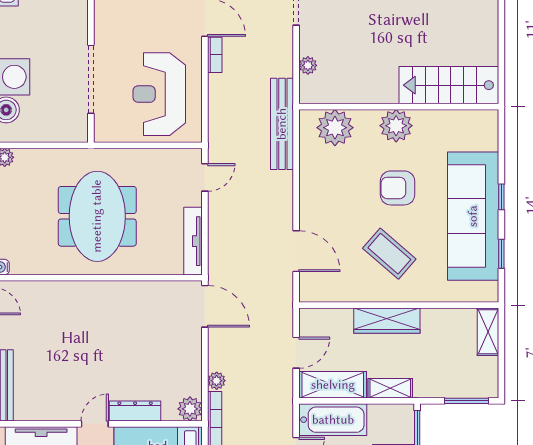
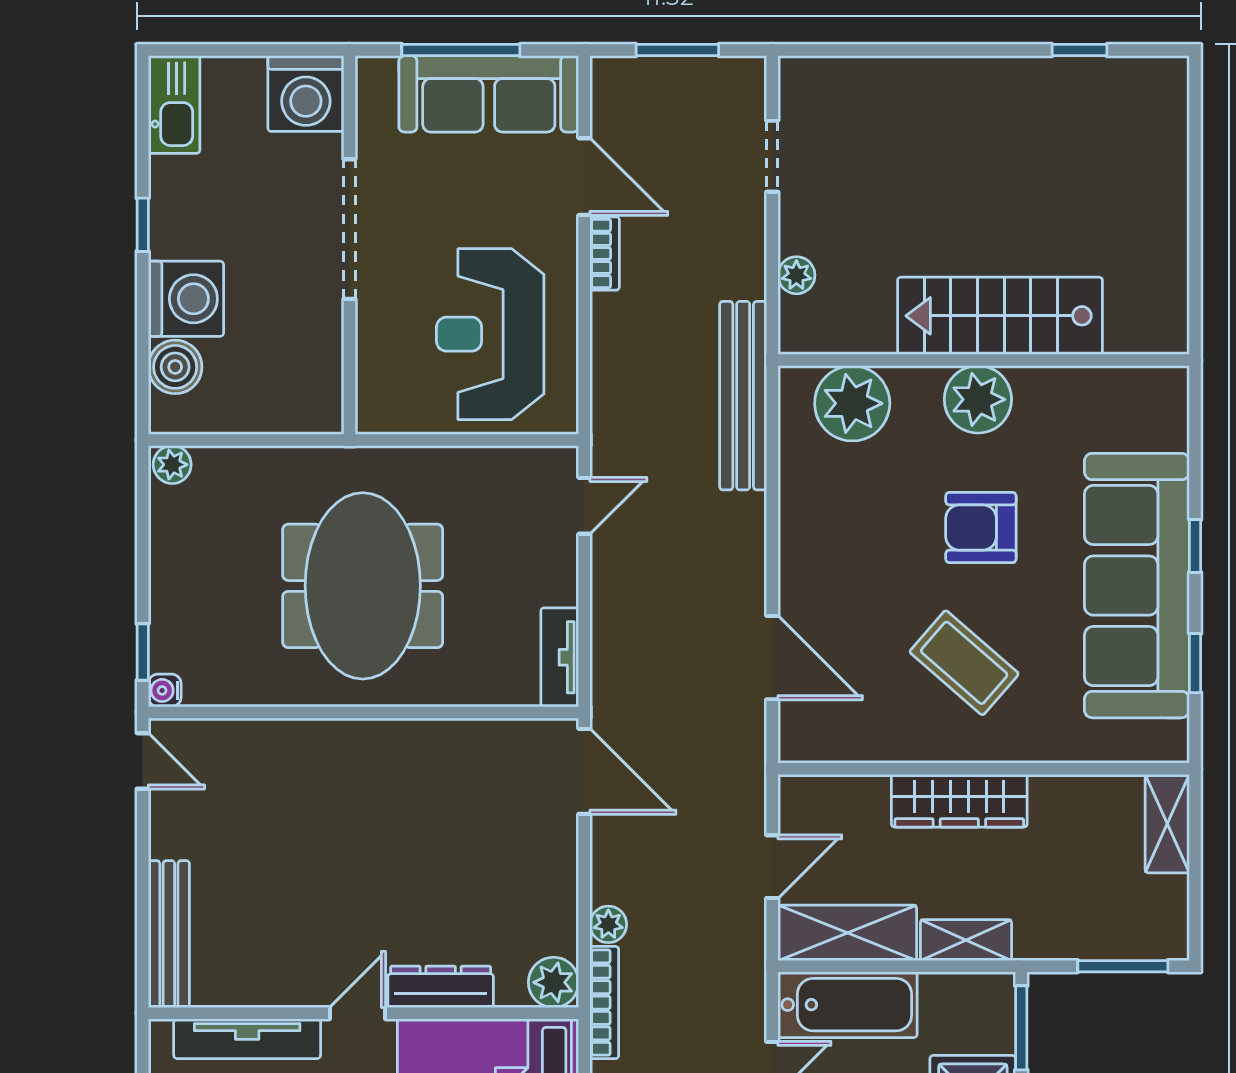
doorway: (91, 79) -> (349, 229), moved
stairs: (449, 85) -> (1000, 316), moved
tv unit: (193, 241) -> (560, 657), width x0.71

